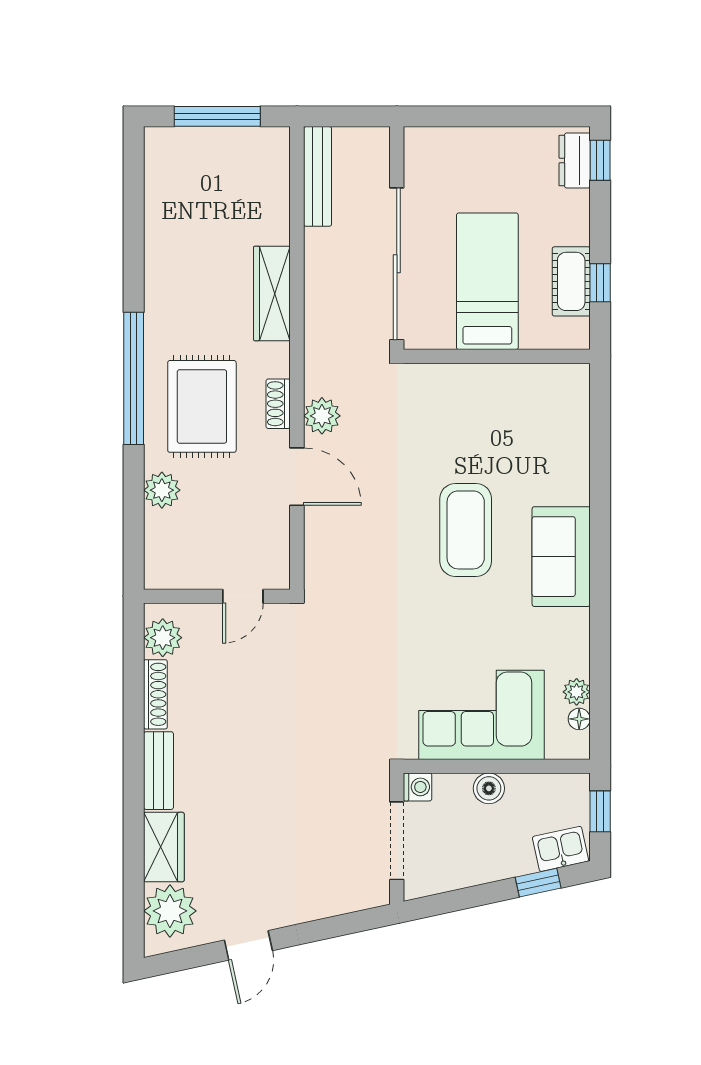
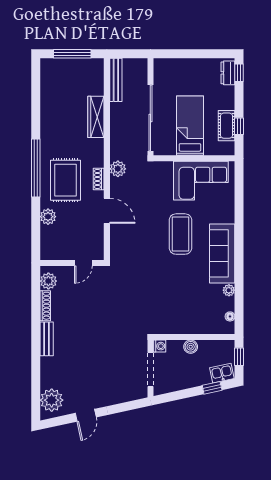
wardrobe: (272, 293) -> (96, 117), moved
plant: (322, 416) -> (118, 169), moved
sofa: (561, 557) -> (222, 253), width x1.36
plant: (577, 692) -> (229, 290), moved
corner sofa: (481, 715) -> (201, 181), moved, turned 180
wardrobe: (164, 847) -> (49, 372), removed

